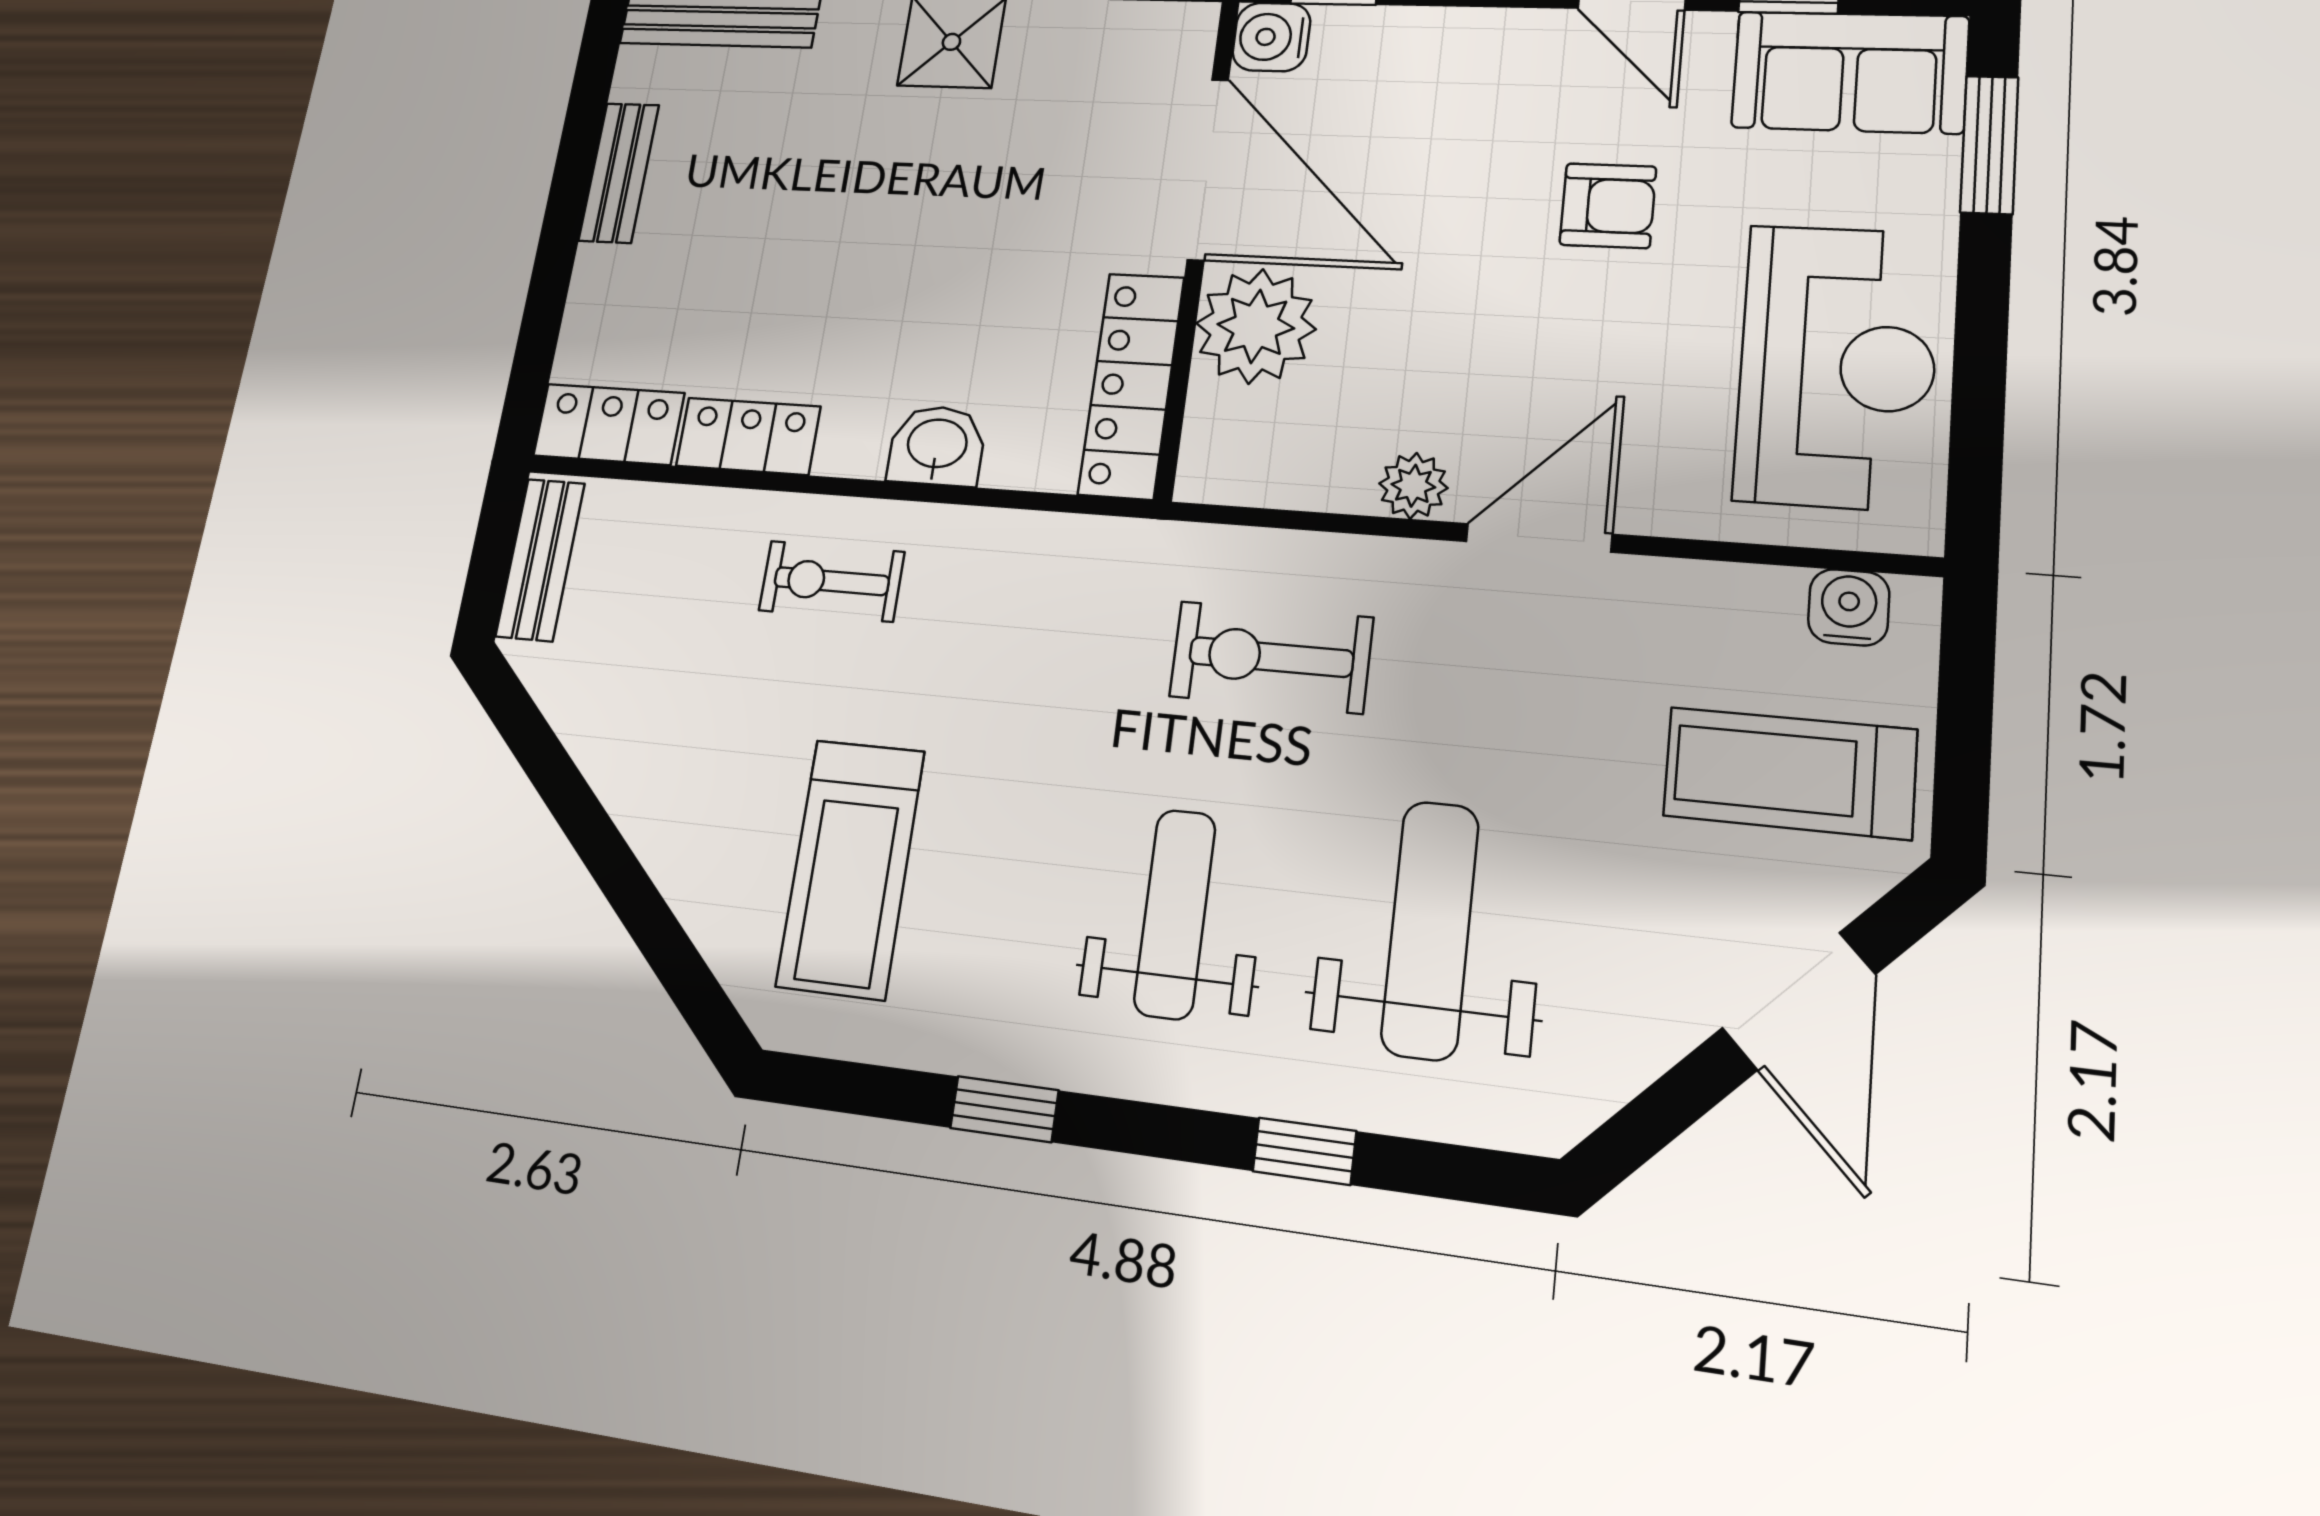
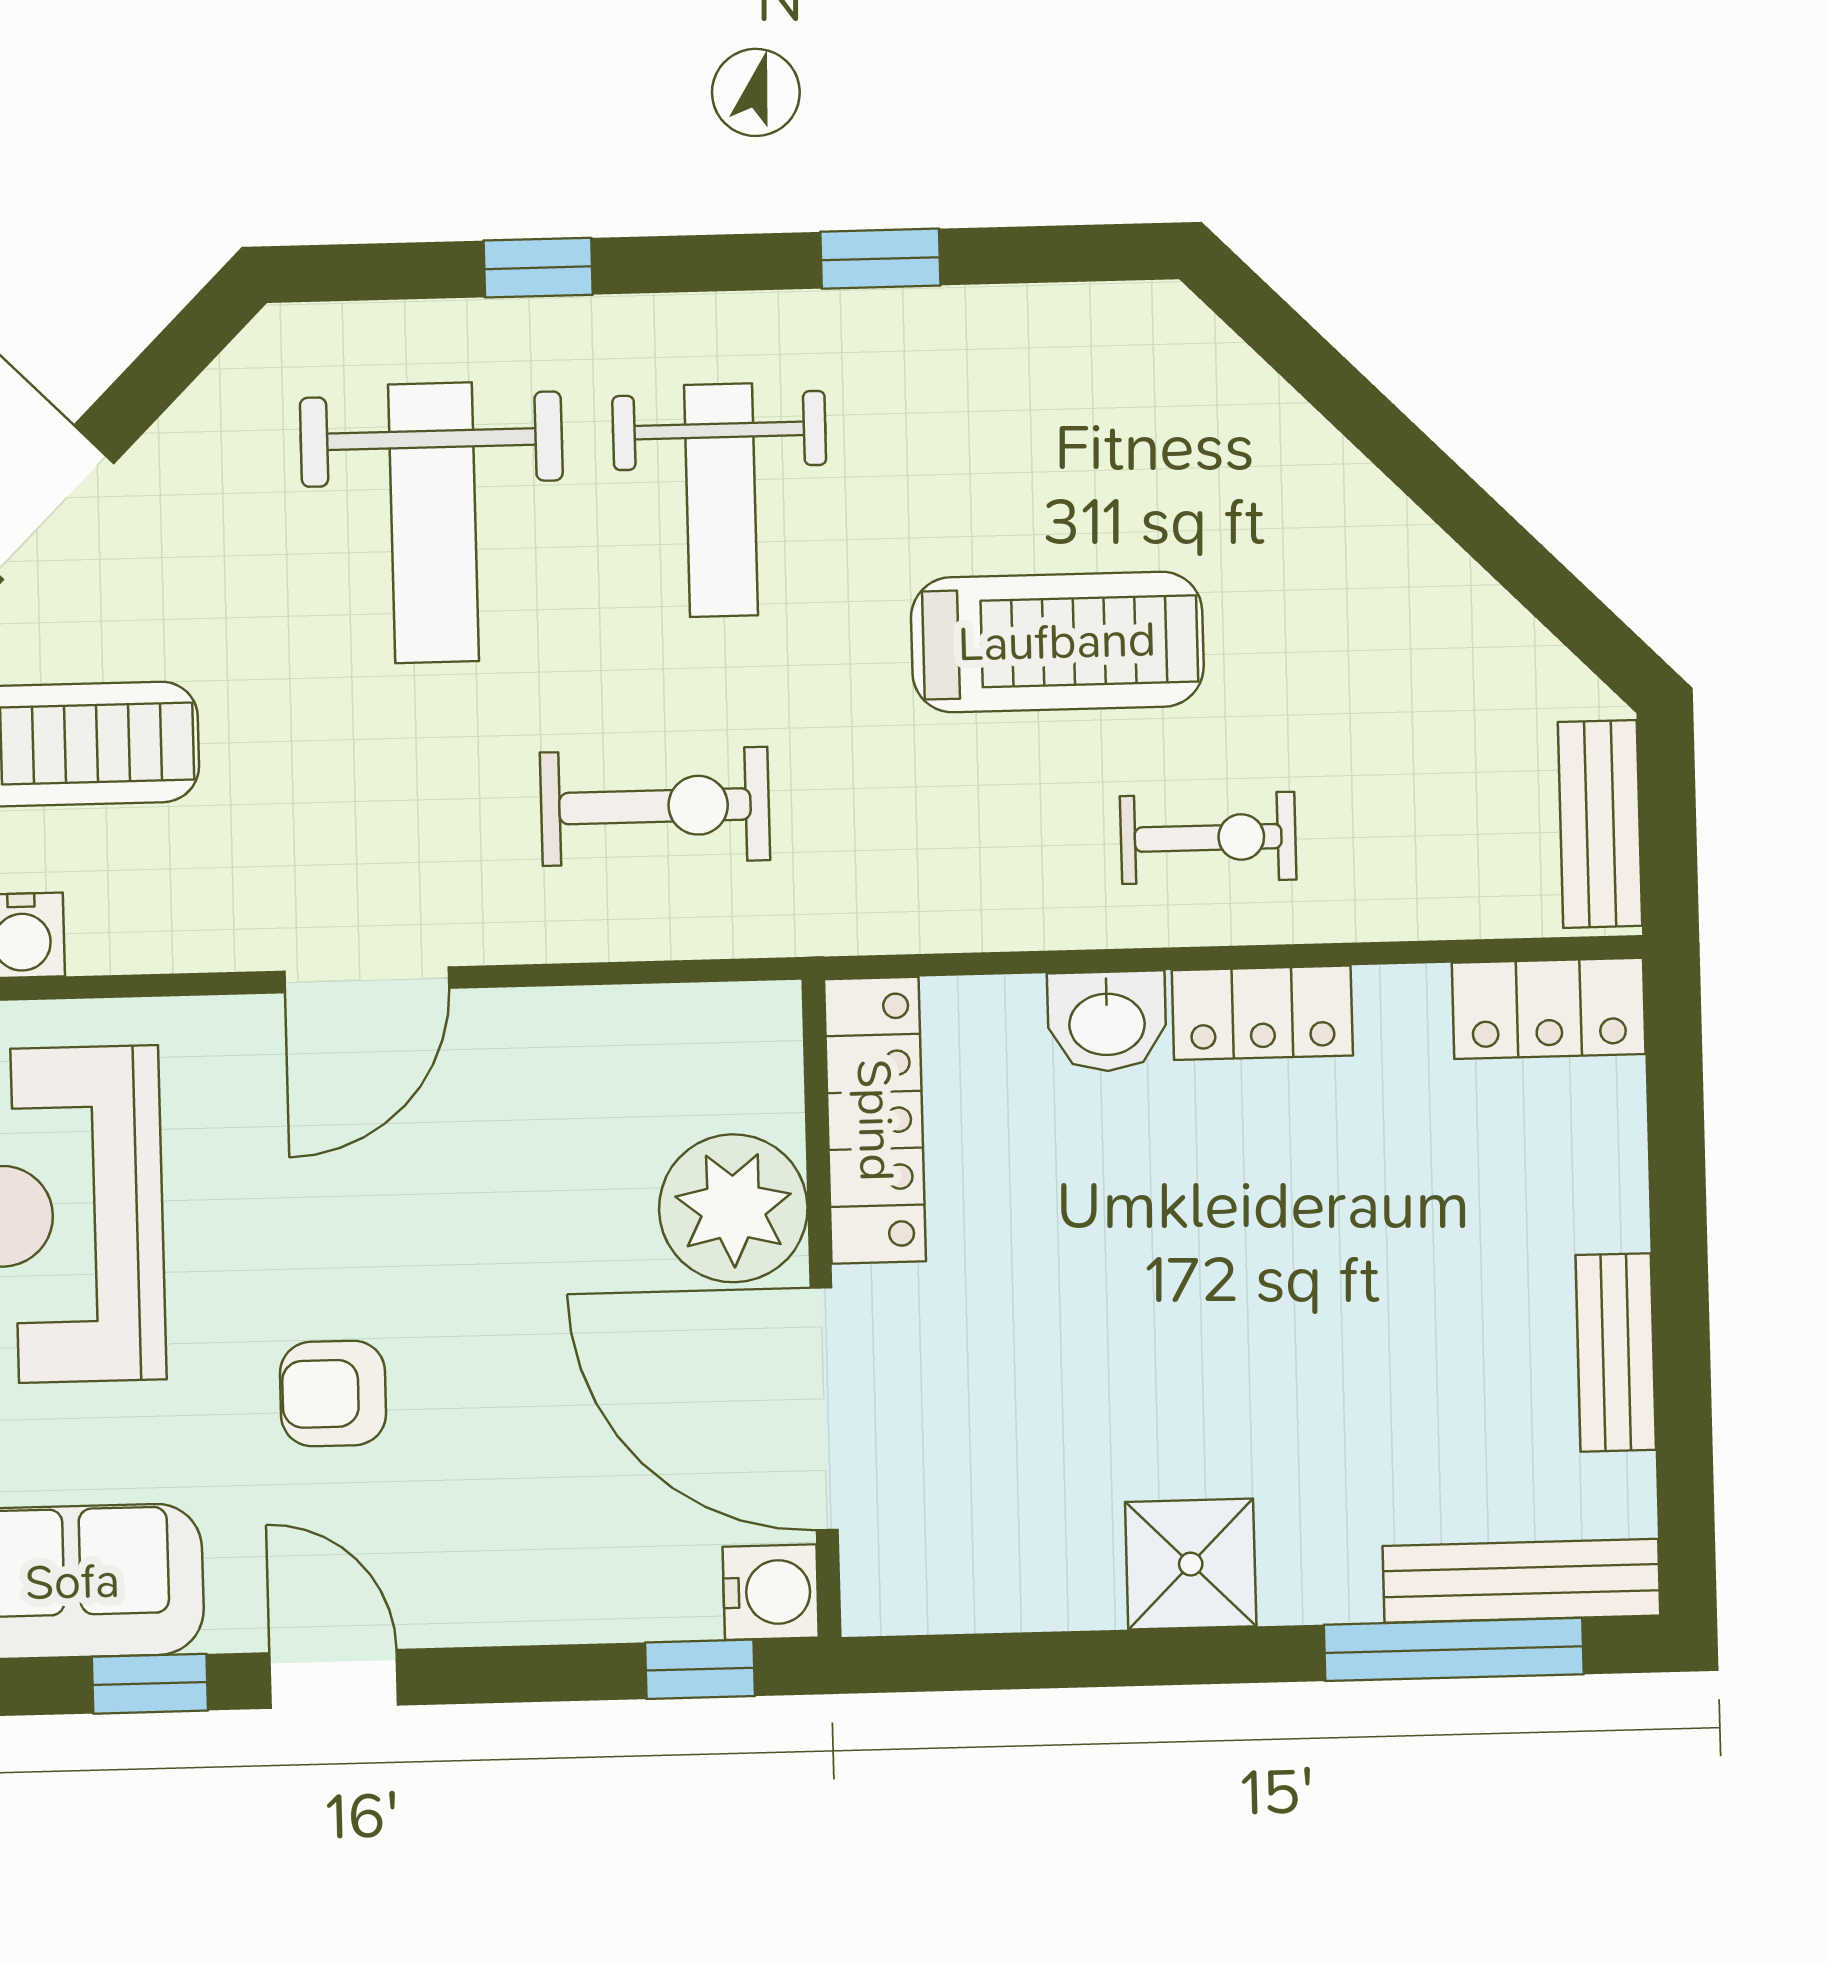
locker: (748, 436) -> (1262, 1013), moved
plant: (1413, 486) -> (518, 1027), removed
treadmill: (851, 868) -> (1057, 642), moved, turned 90

